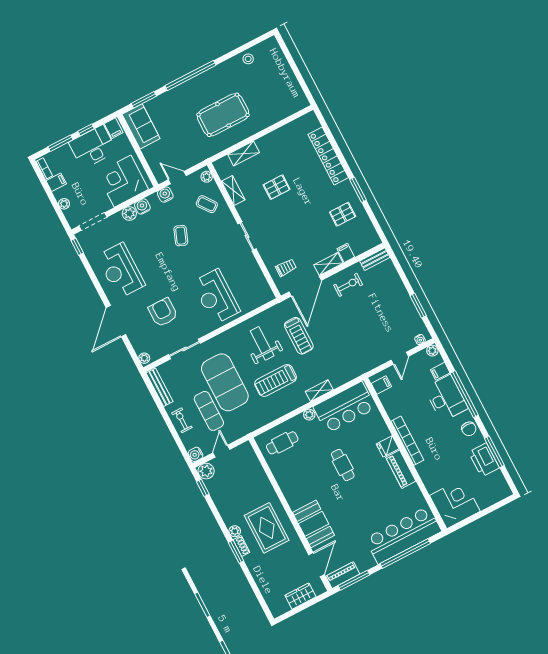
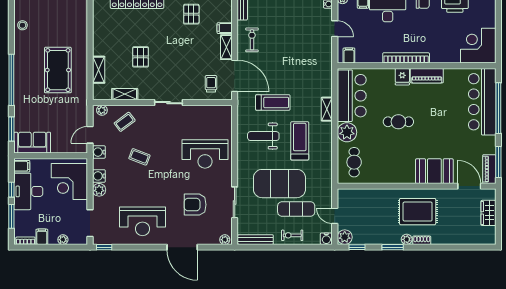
treadmill: (276, 380) -> (300, 141), turned 180
plant: (309, 415) -> (347, 132), width x1.88, depth x1.88
window: (236, 552) -> (393, 247), moved

